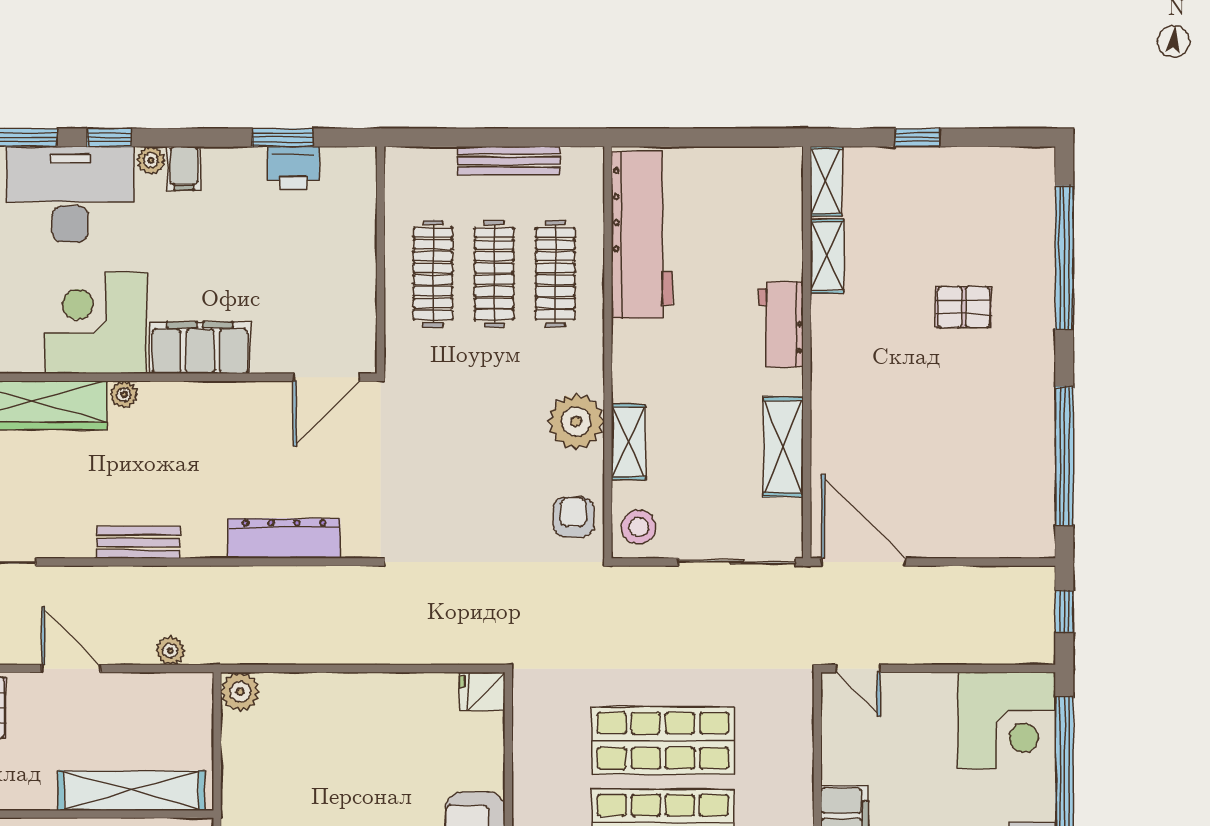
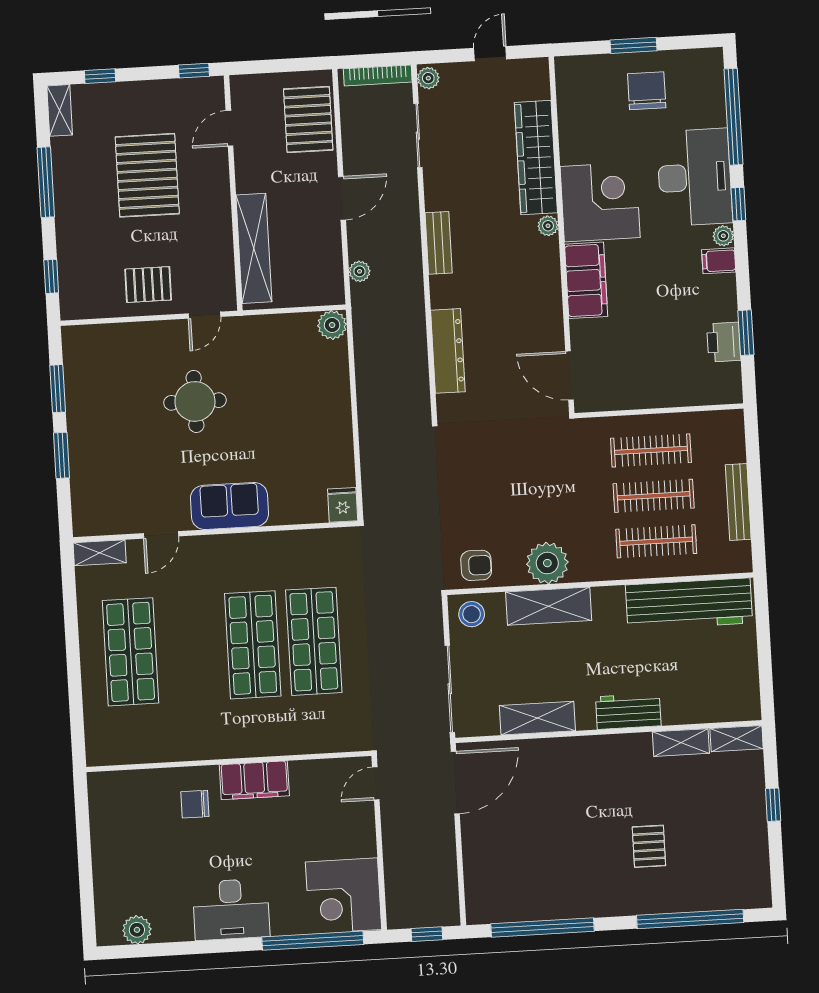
shelving: (628, 442) -> (549, 606), width x1.50, depth x1.33

